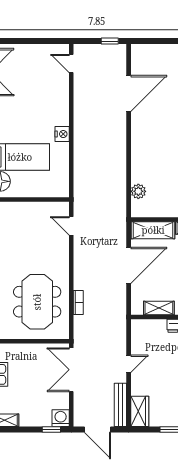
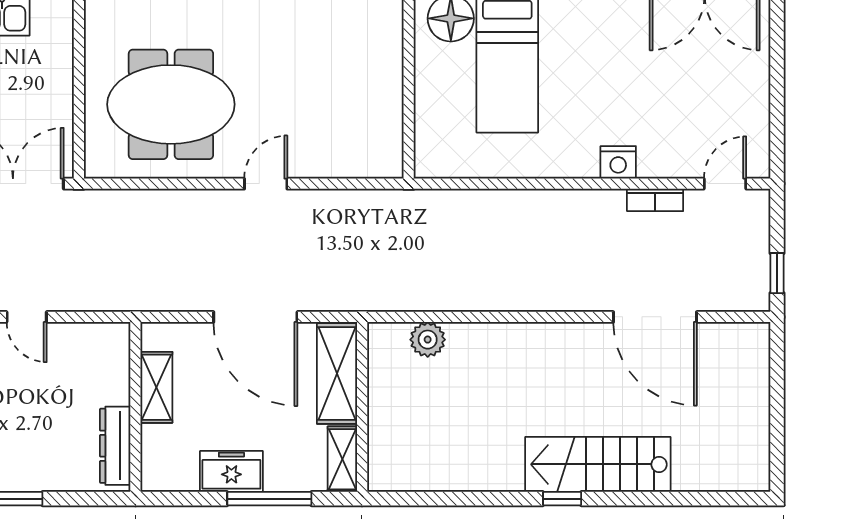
nightstand: (62, 134) -> (618, 162), moved
door: (71, 226) -> (266, 184), moved
bookcase: (78, 303) -> (655, 200), moved

